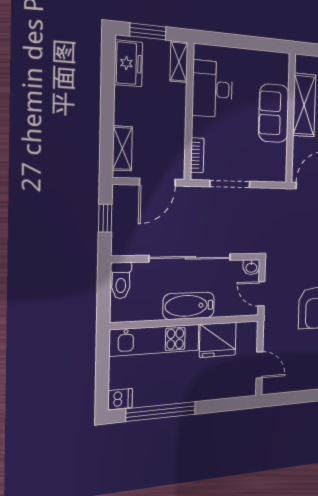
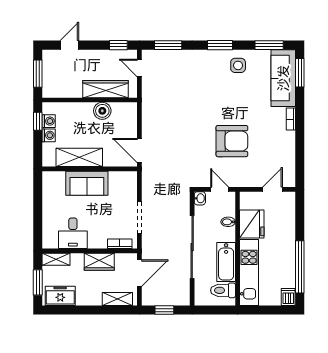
desk: (212, 89) -> (73, 233), width x0.73
wardrobe: (174, 124) -> (99, 262), added
door: (157, 182) -> (139, 273), hinge flipped
toilet: (121, 280) -> (223, 290), moved, turned 180
door: (261, 294) -> (220, 189), swing flipped
bathtub: (189, 306) -> (226, 262), moved
bidet: (221, 307) -> (228, 222), added

